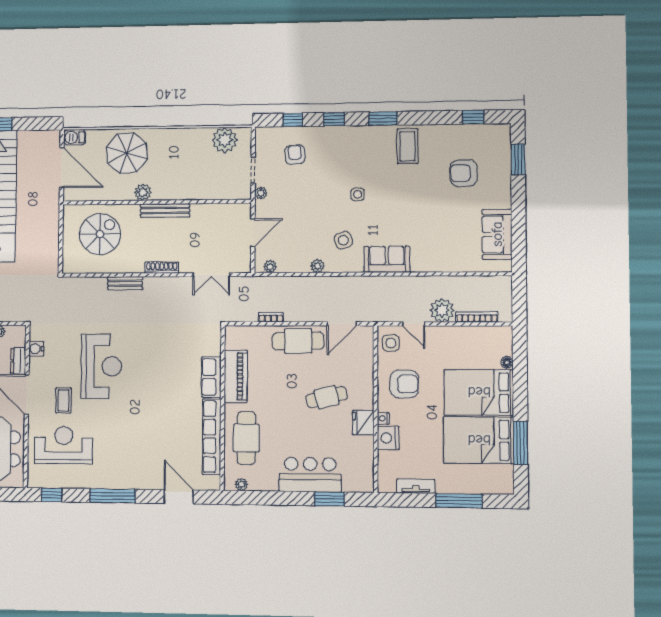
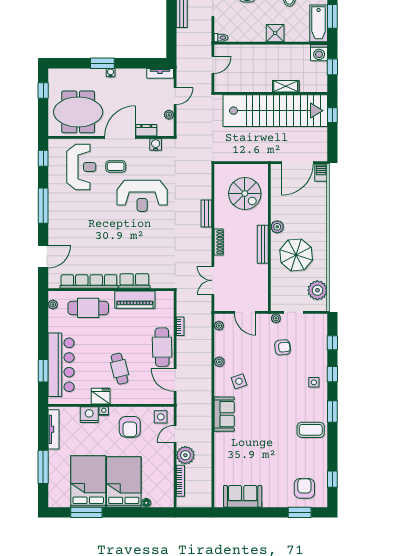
parasol: (127, 153) -> (296, 255), moved
armchair: (295, 155) -> (282, 347), moved
armchair: (464, 173) -> (304, 488), moved
side table: (358, 194) -> (314, 382), moved
bar counter: (310, 475) -> (61, 365), width x1.36
tv unit: (416, 486) -> (53, 429), width x1.41

